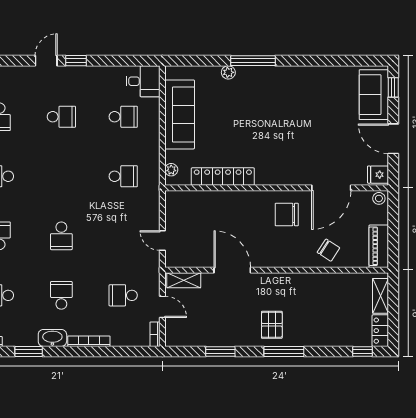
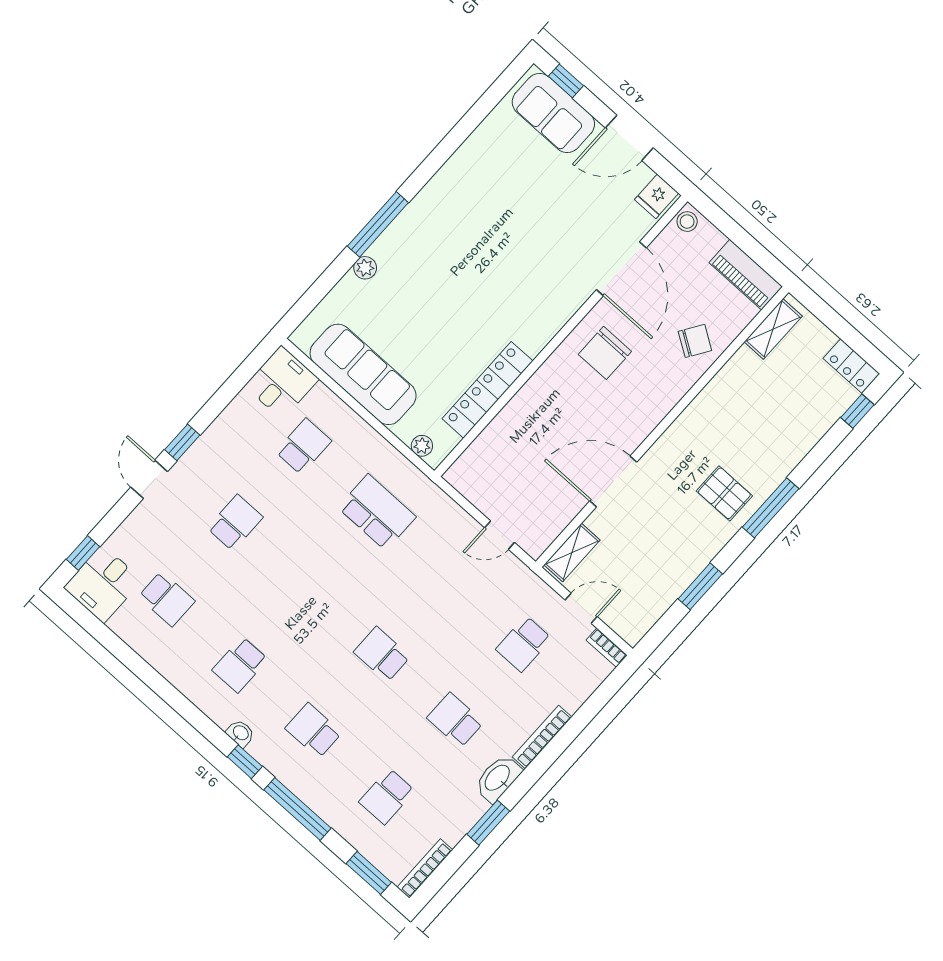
school desk: (123, 176) -> (377, 512), width x1.85
school desk: (61, 236) -> (382, 654), turned 180
shelving: (380, 296) -> (773, 329), moved, turned 90

